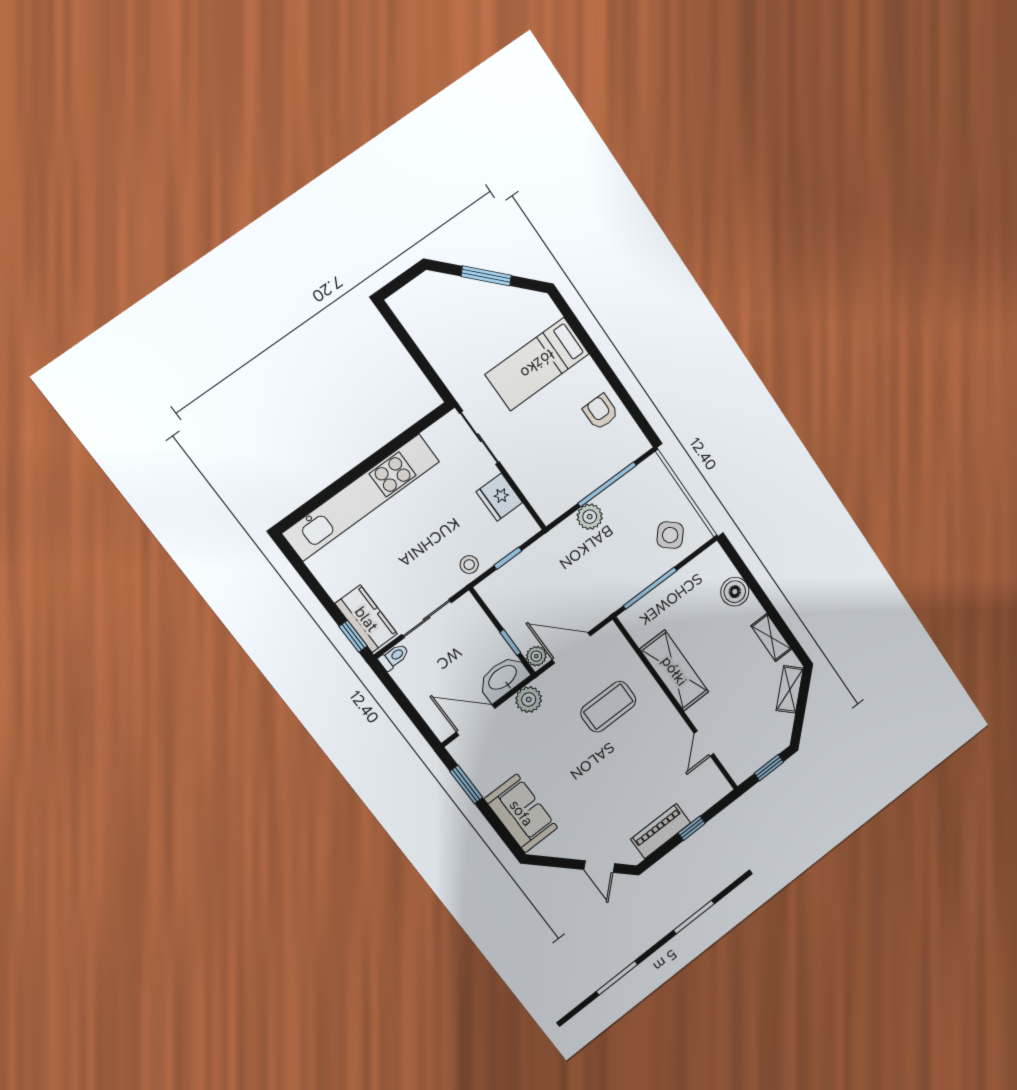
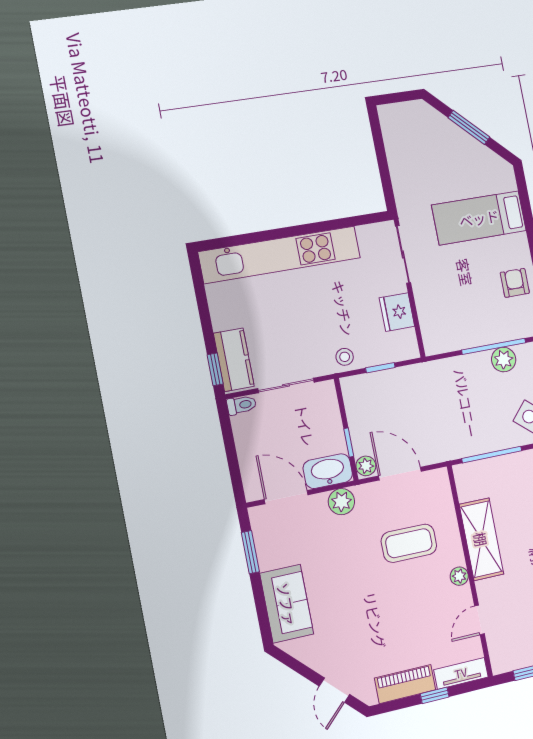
plant: (590, 517) -> (504, 360), moved
plant: (668, 714) -> (459, 576), added
tv unit: (707, 798) -> (461, 673), added

